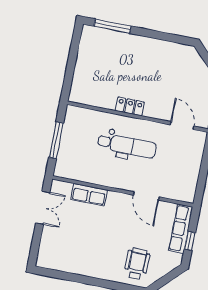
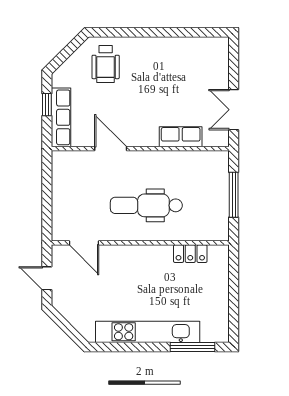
kitchen unit: (146, 45) -> (148, 332), added
locker: (130, 106) -> (190, 254), moved

